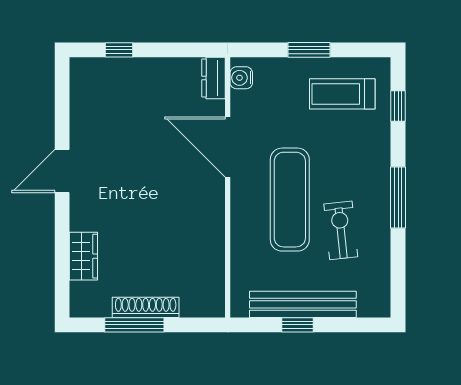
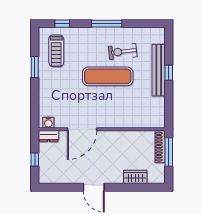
dresser: (214, 78) -> (48, 136), moved
water cooler: (241, 78) -> (48, 123), moved
door: (228, 147) -> (82, 129), moved
wall: (228, 187) -> (102, 129), moved

